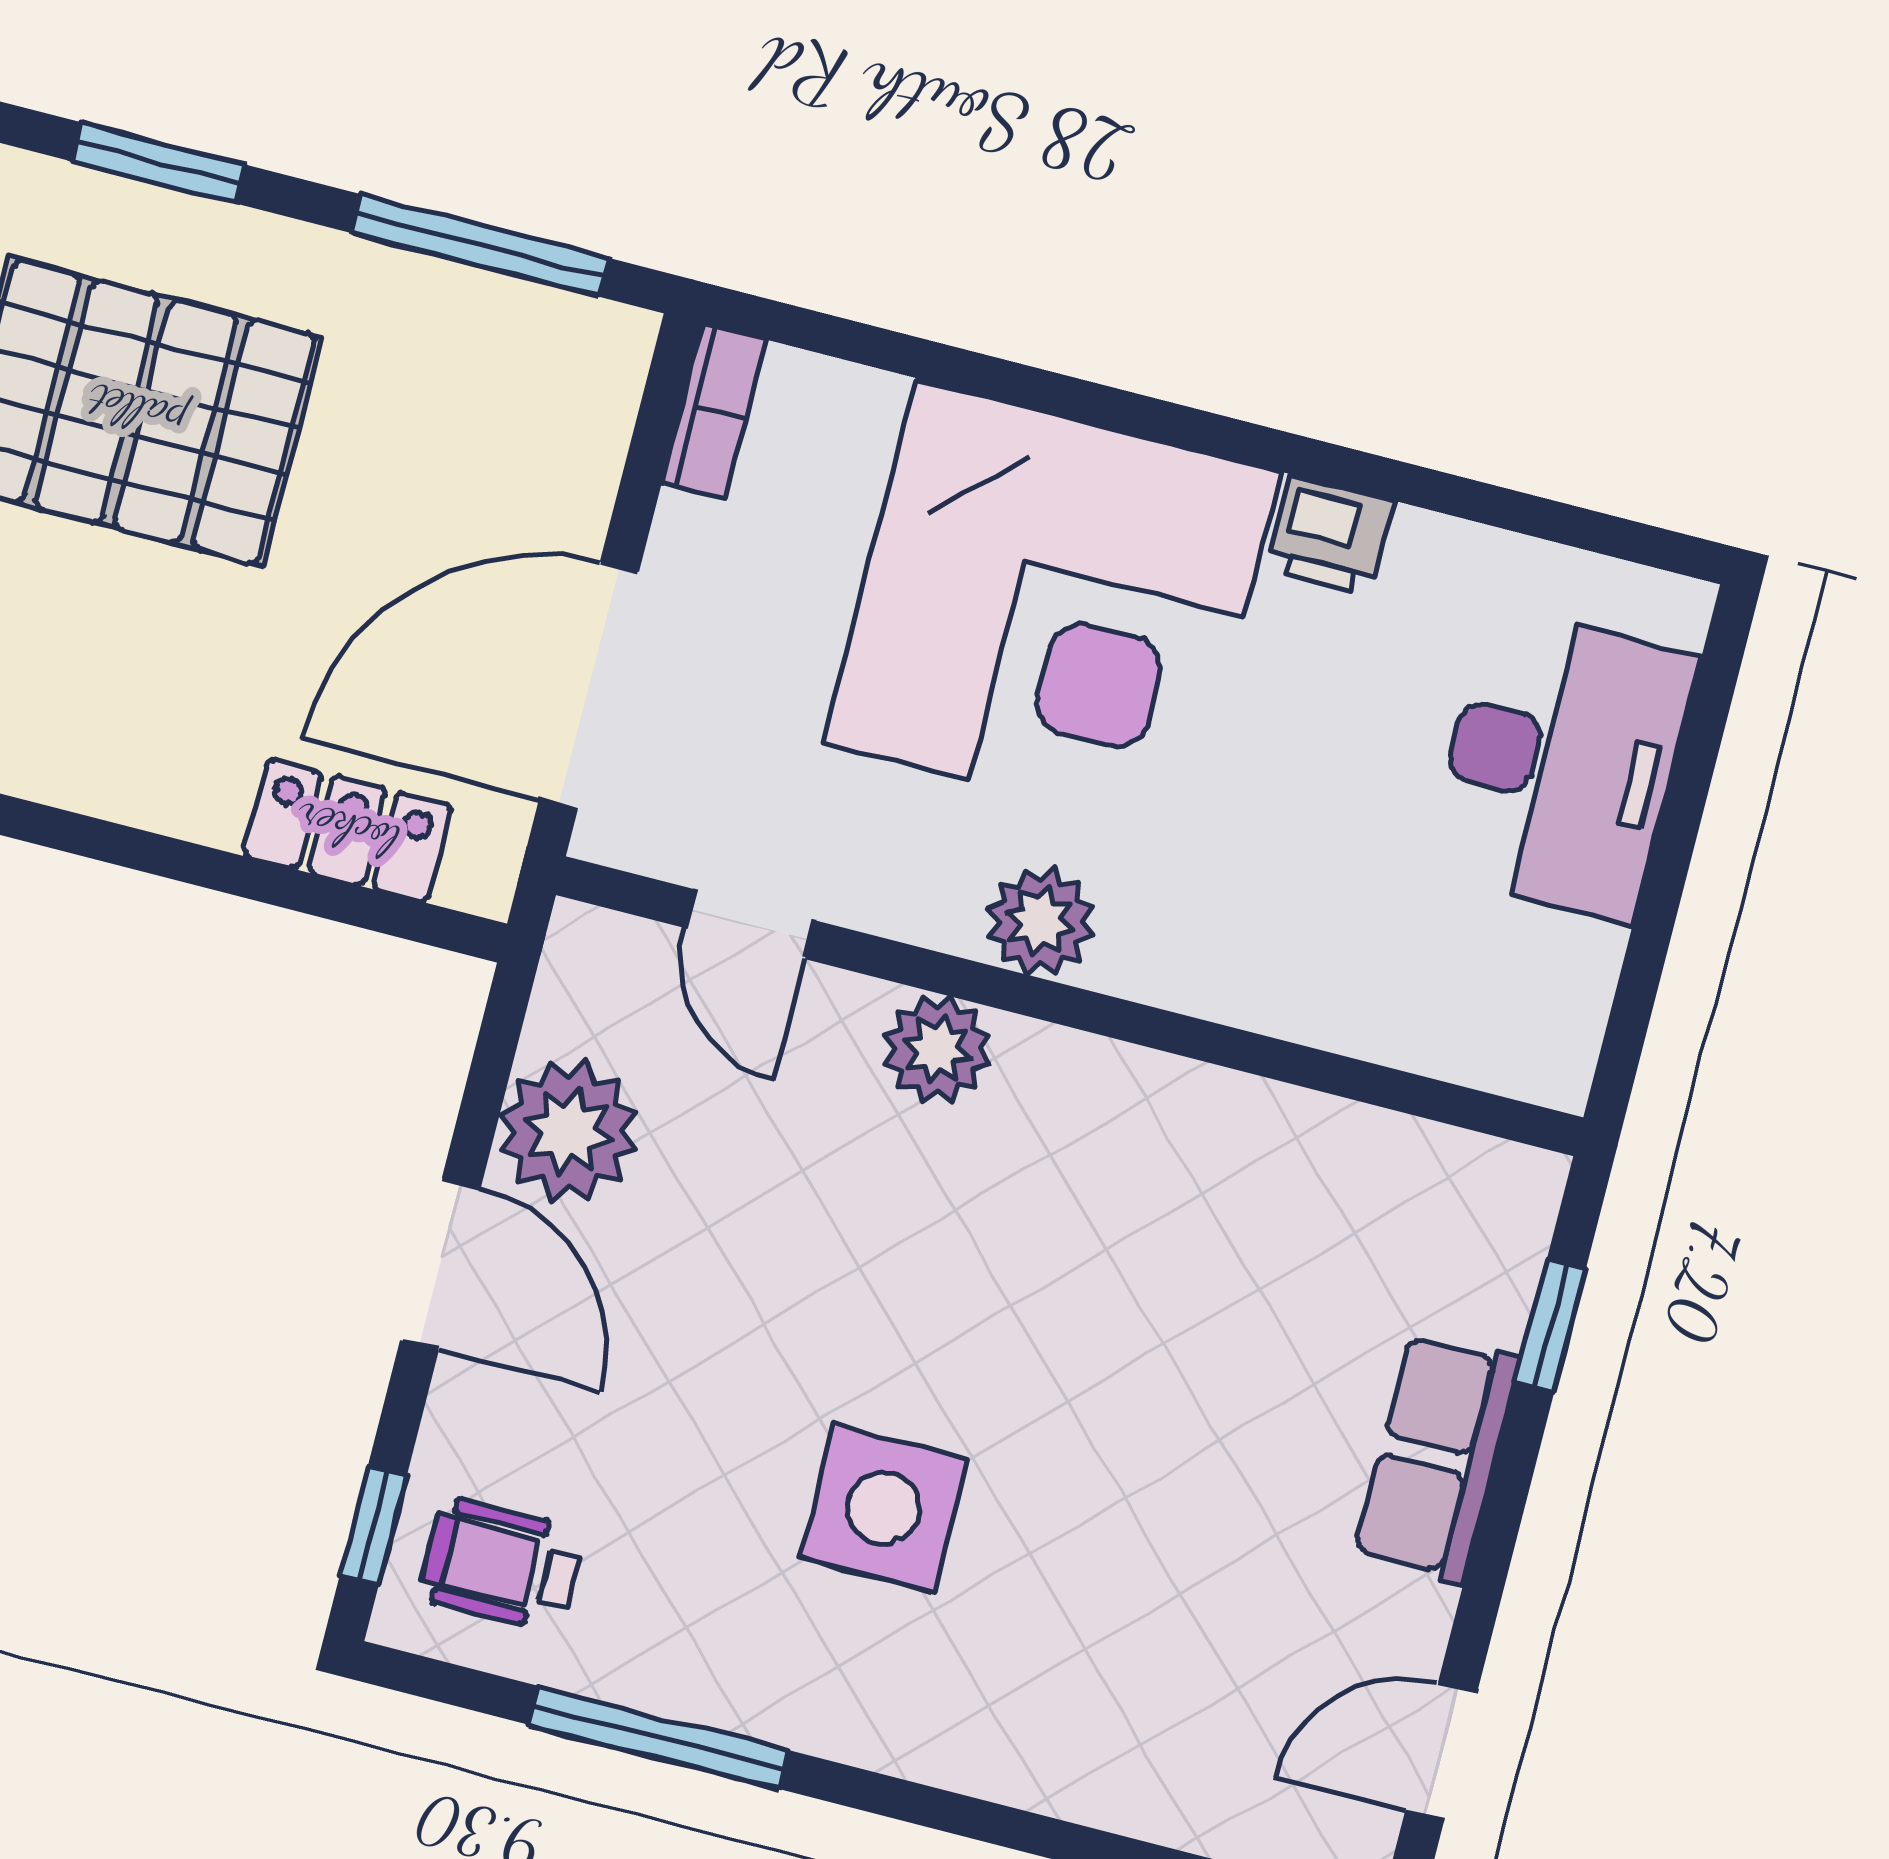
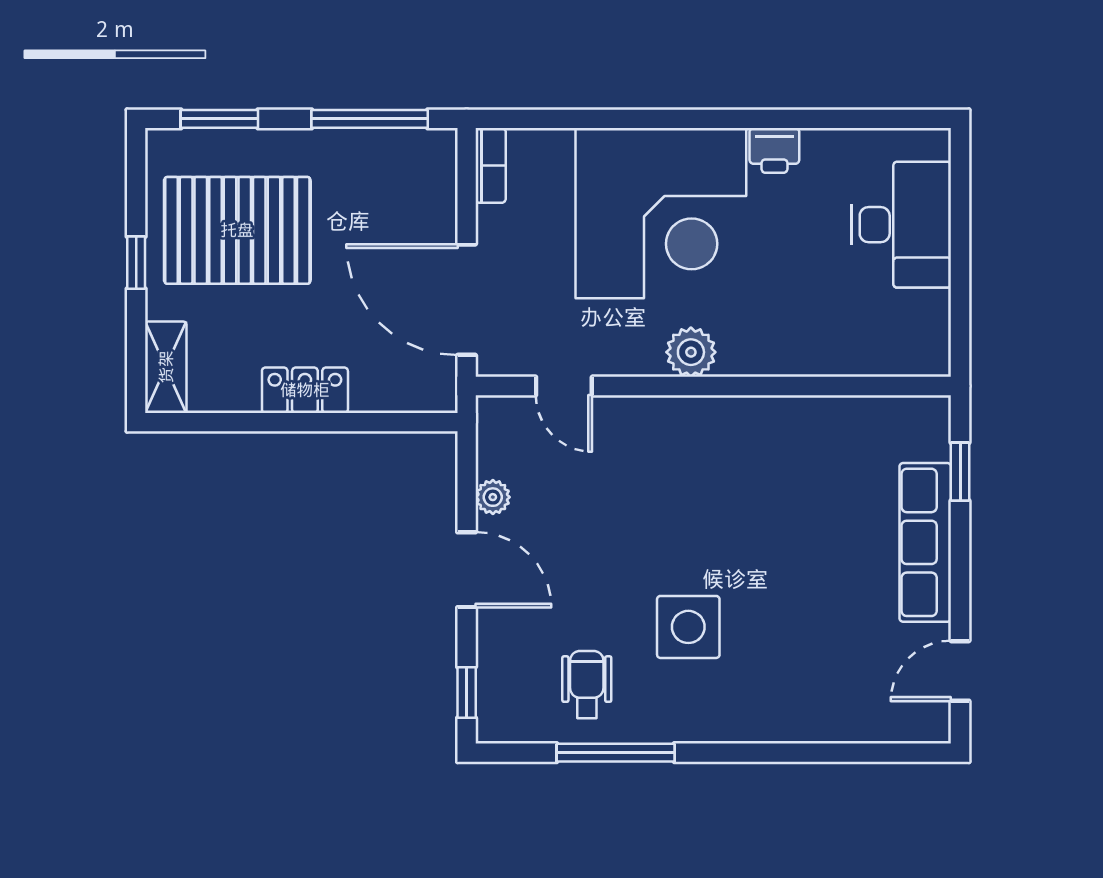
door: (589, 686) -> (467, 300), hinge flipped
locker: (347, 831) -> (305, 390), moved
plant: (937, 1049) -> (660, 420), removed
plant: (569, 1131) -> (493, 497), width x0.53, depth x0.53
row of seats: (1437, 1458) -> (925, 542), width x1.48
wheelchair: (502, 1565) -> (587, 684), moved, turned 90

